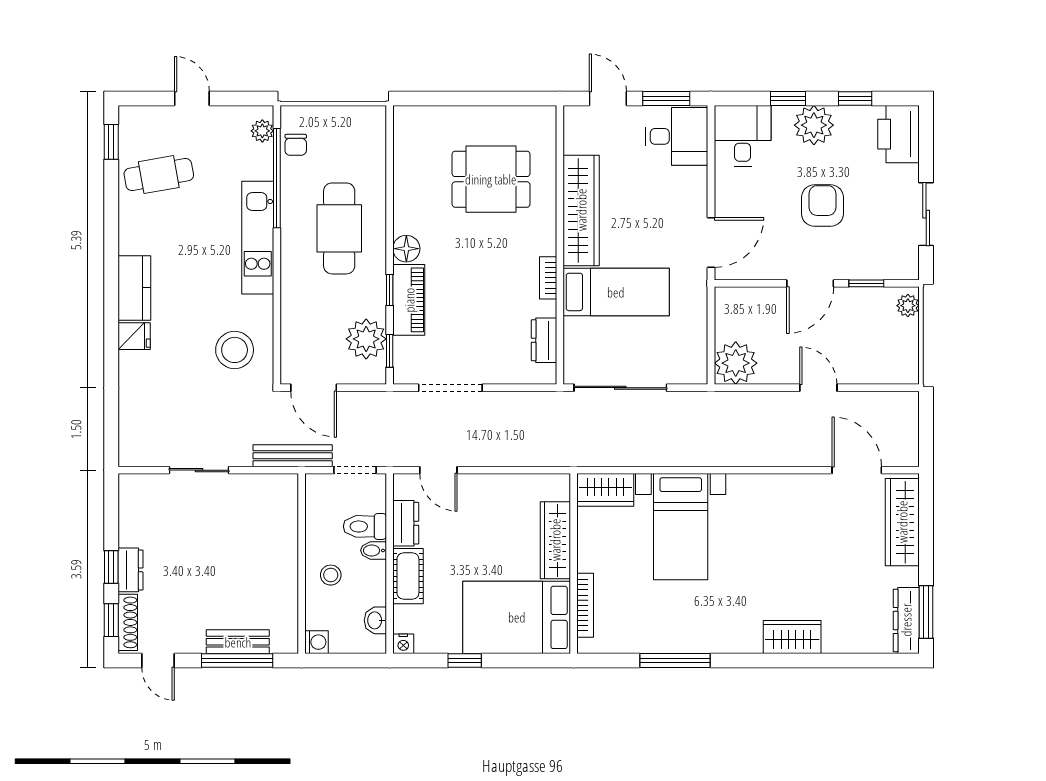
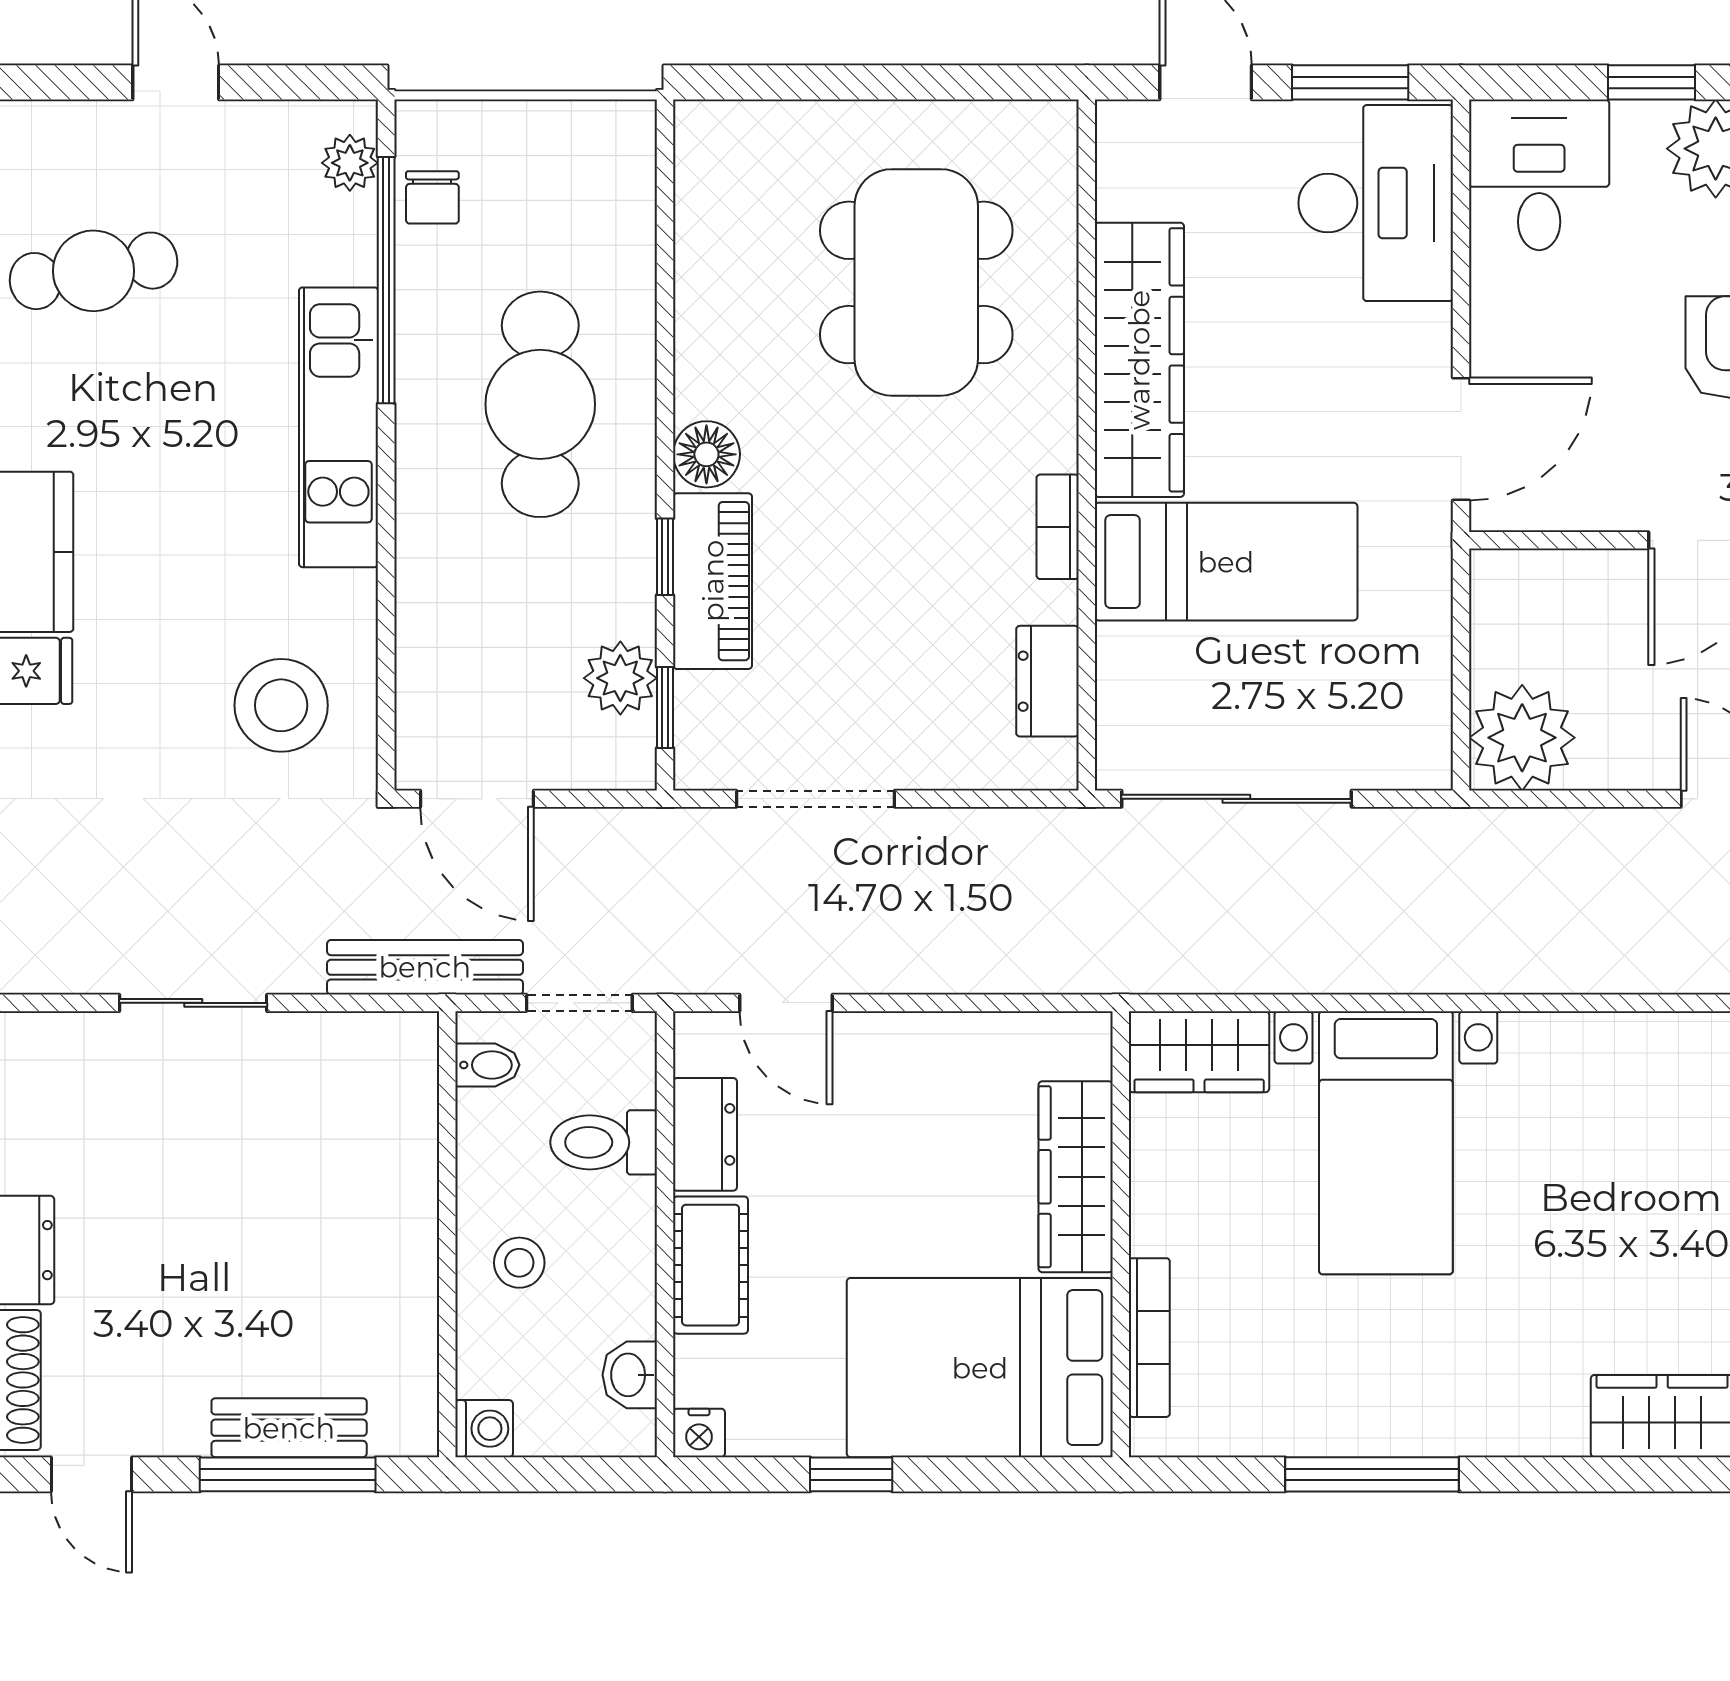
desk: (677, 136) -> (1376, 203), width x1.37
dining table: (491, 179) -> (916, 282), width x1.38
plant: (366, 339) -> (620, 678), width x0.73, depth x0.73
bidet: (373, 550) -> (487, 1065), moved, turned 180

